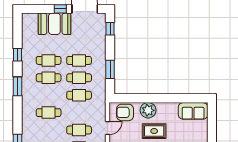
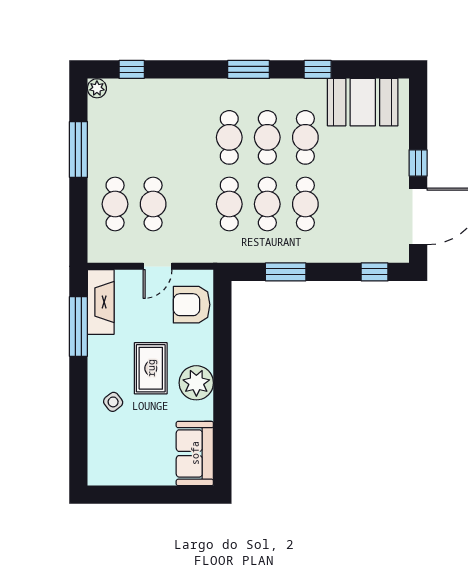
booth: (54, 24) -> (363, 102), moved, turned 90
plant: (148, 110) -> (196, 383), moved
armchair: (125, 112) -> (192, 305), turned -90
cafe table: (49, 113) -> (229, 137), moved
door: (108, 128) -> (158, 266), hinge flipped

